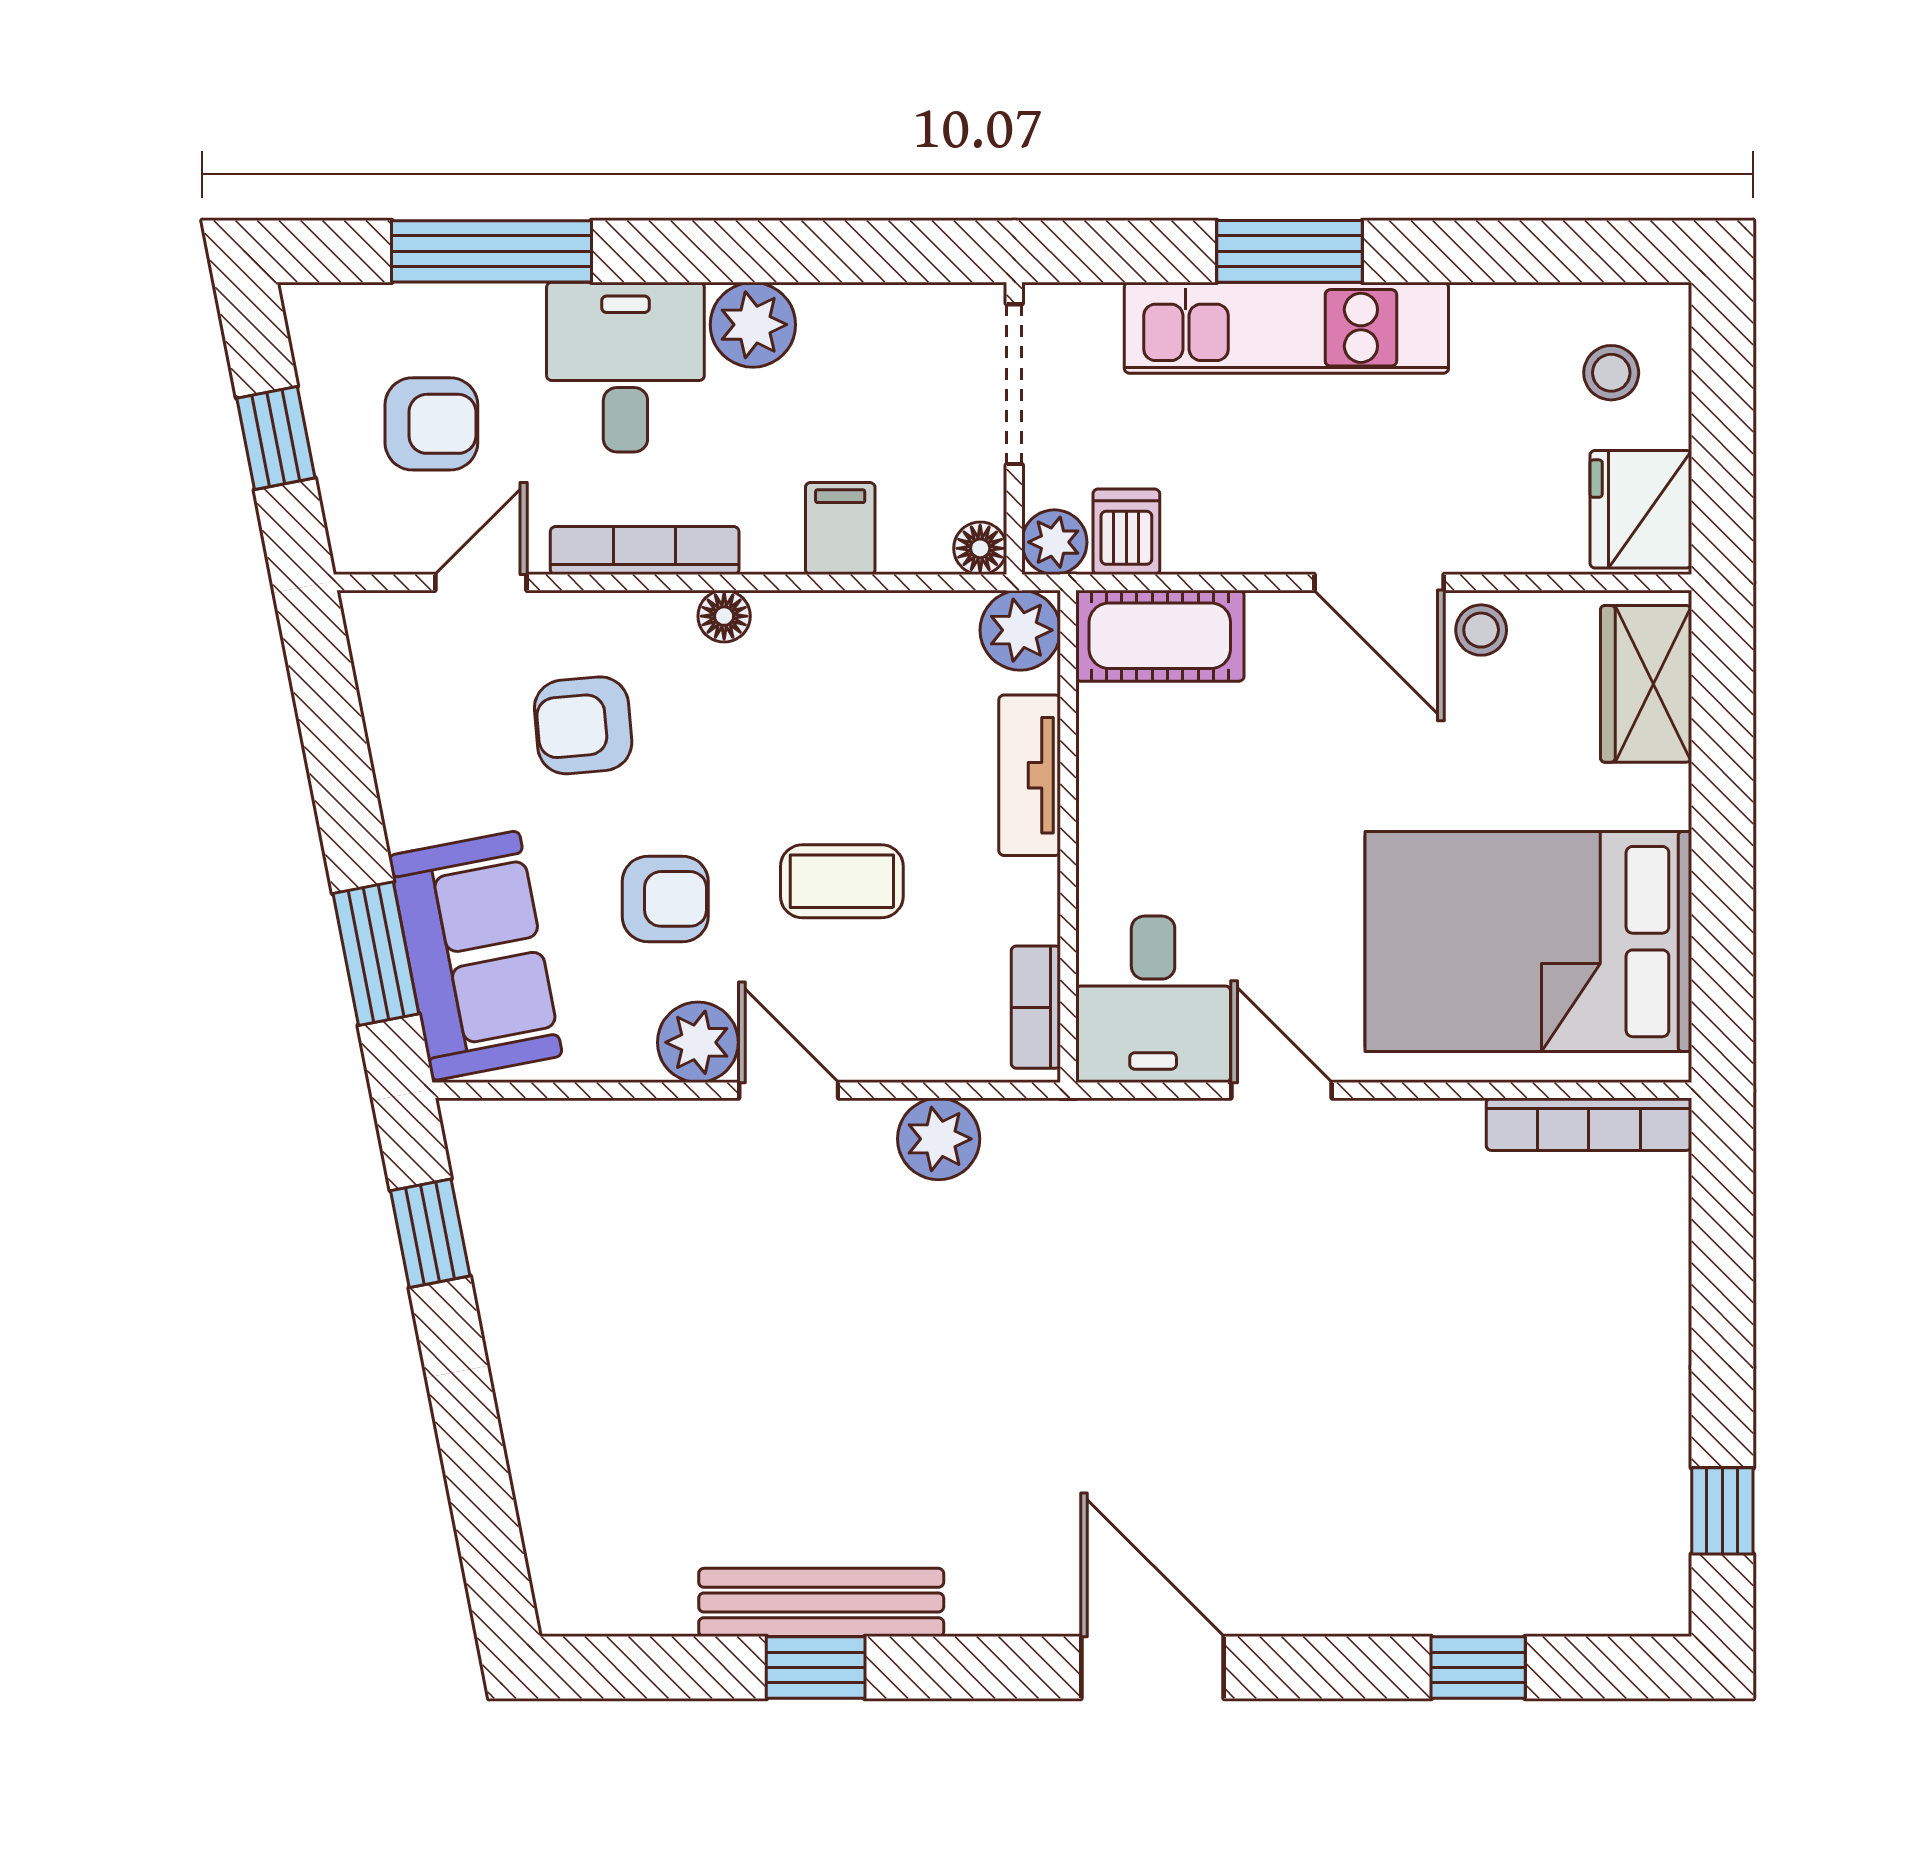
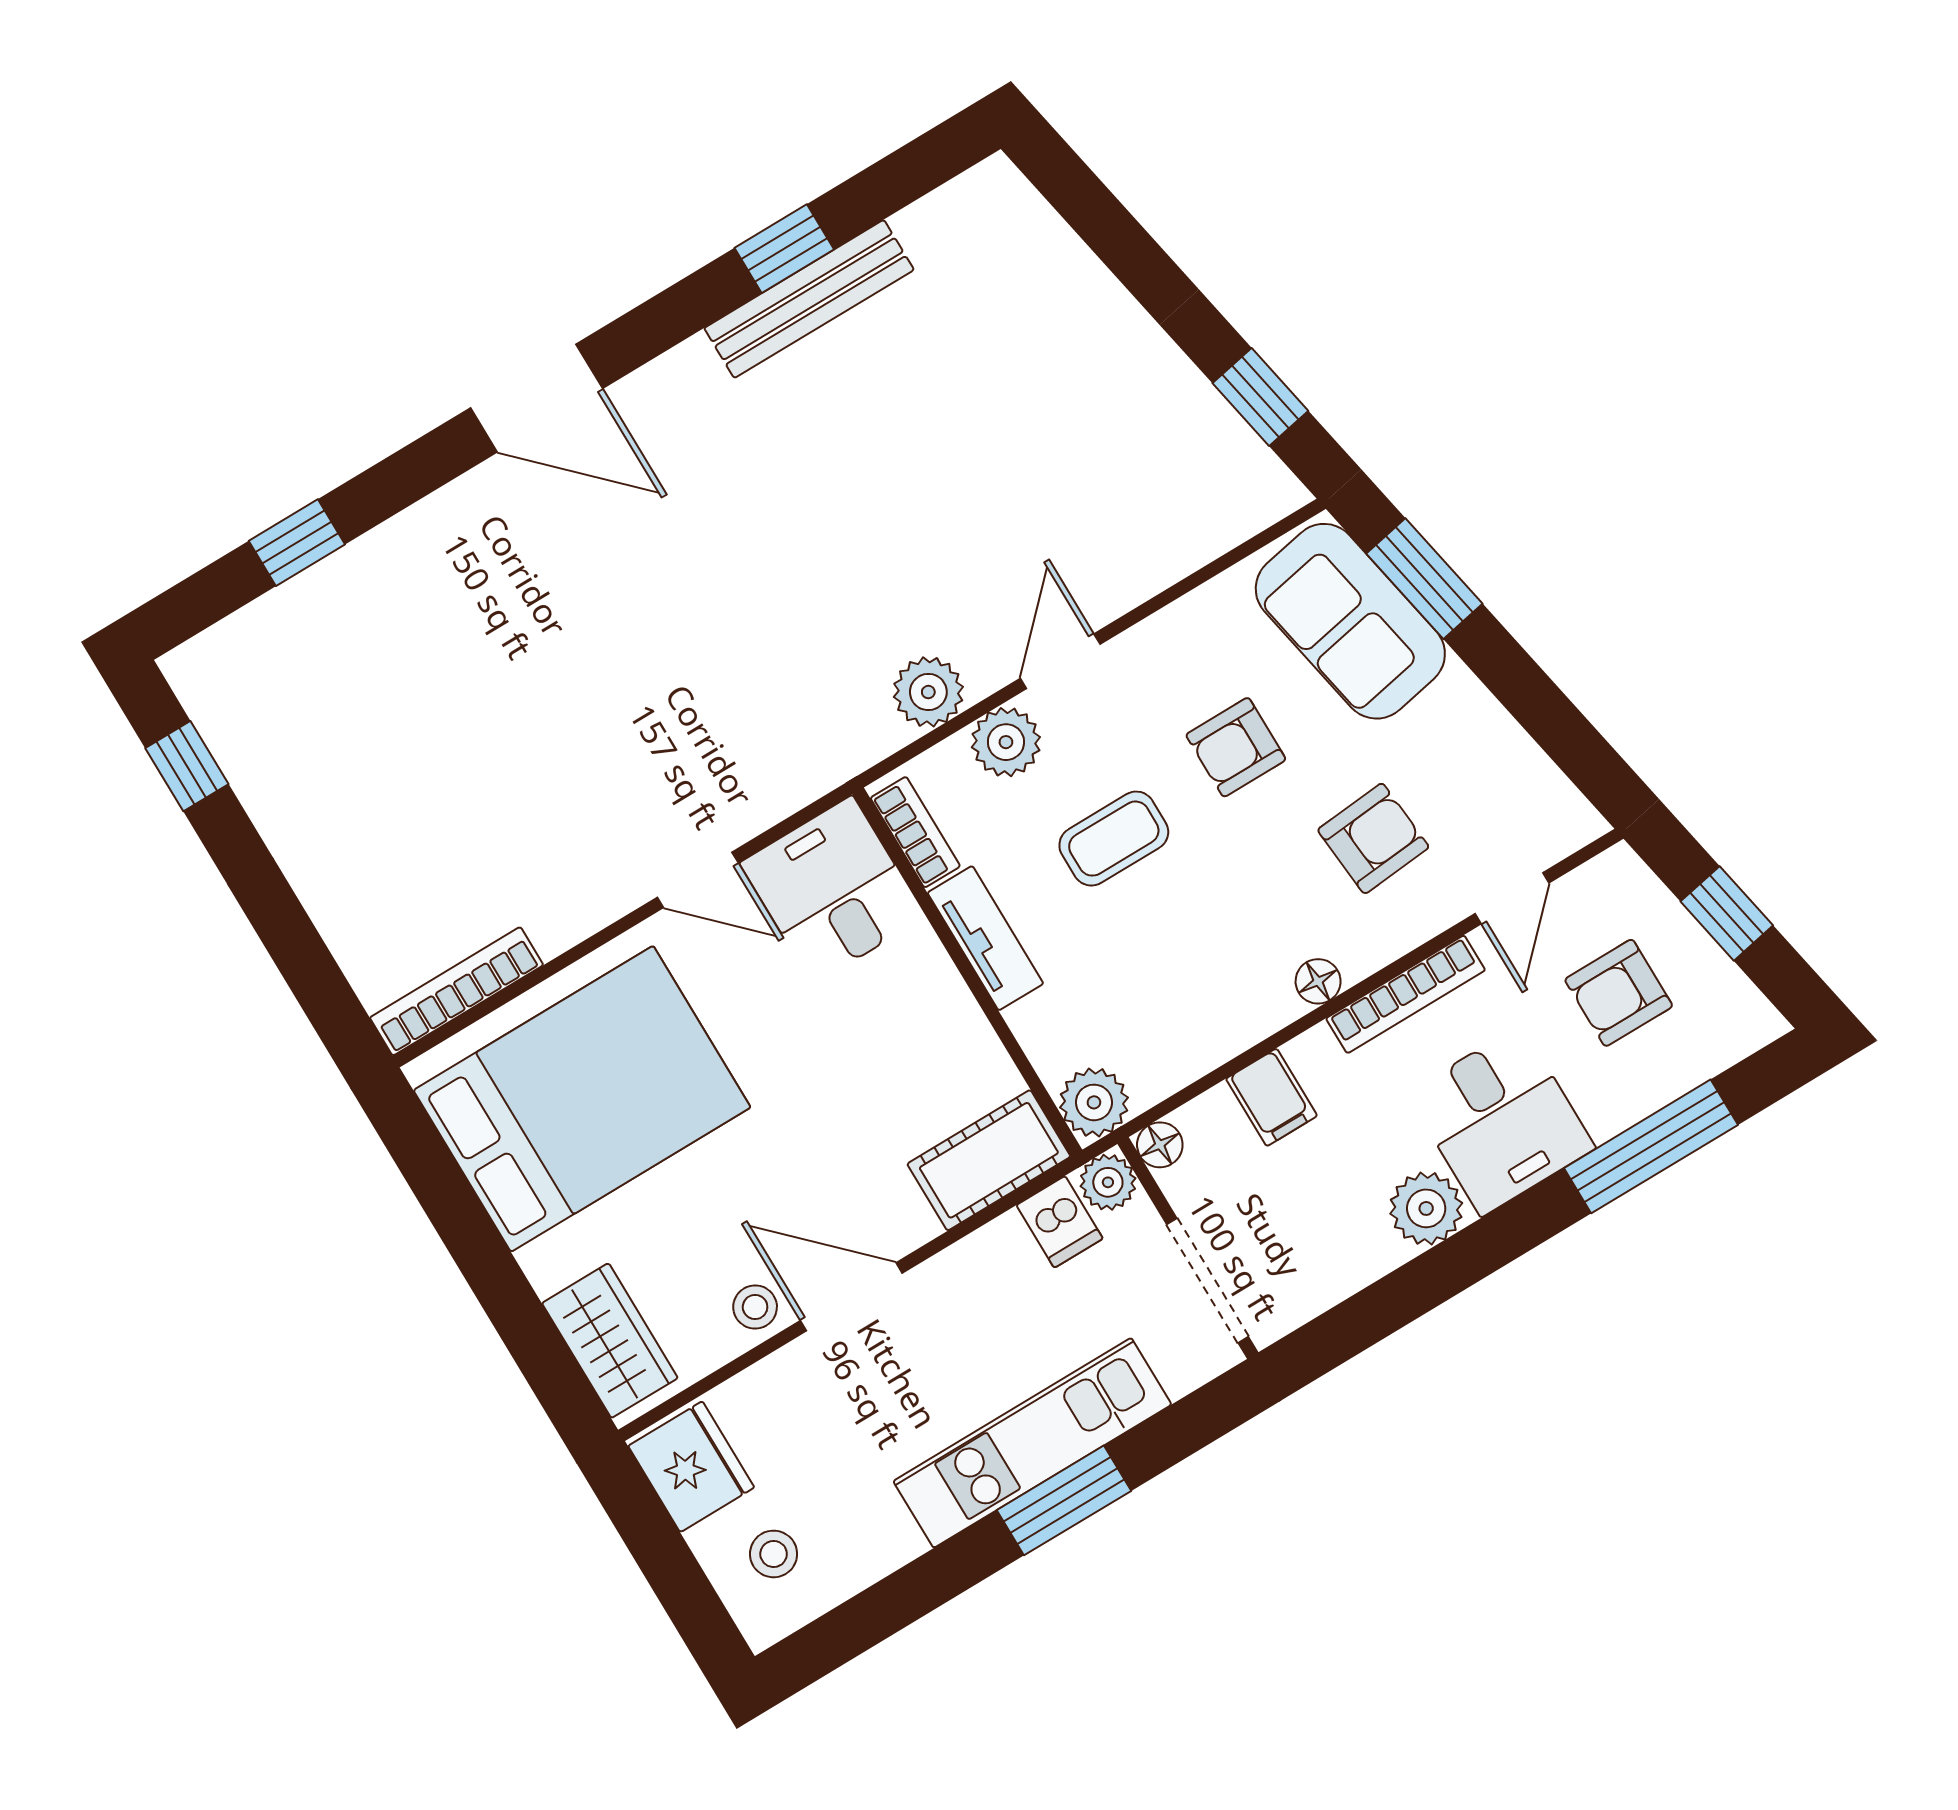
tv unit: (1030, 775) -> (985, 938), moved
plant: (698, 1042) -> (1006, 742), moved
door: (789, 1090) -> (1060, 661), swing flipped

